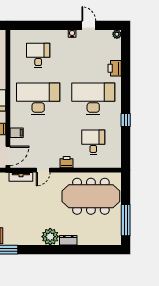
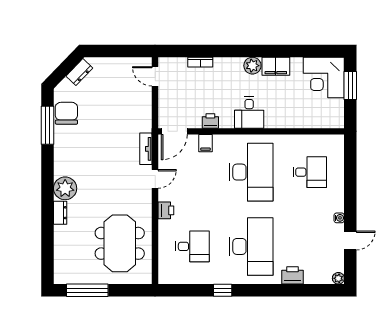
door: (8, 156) -> (174, 131), hinge flipped
door: (43, 170) -> (155, 179), swing flipped
meeting table: (91, 196) -> (120, 243), width x0.73

